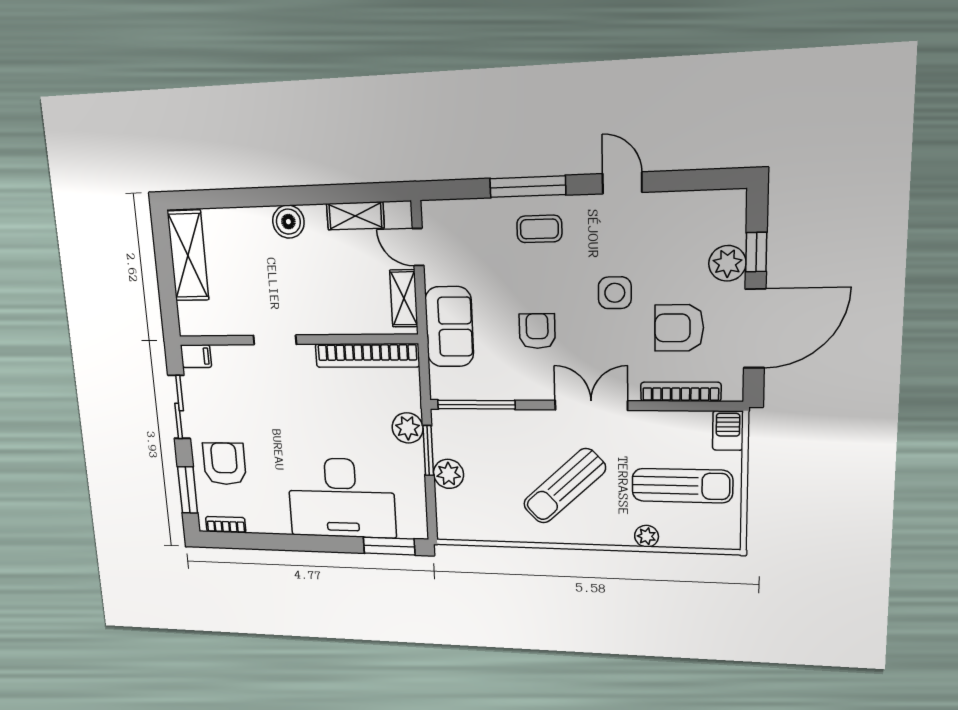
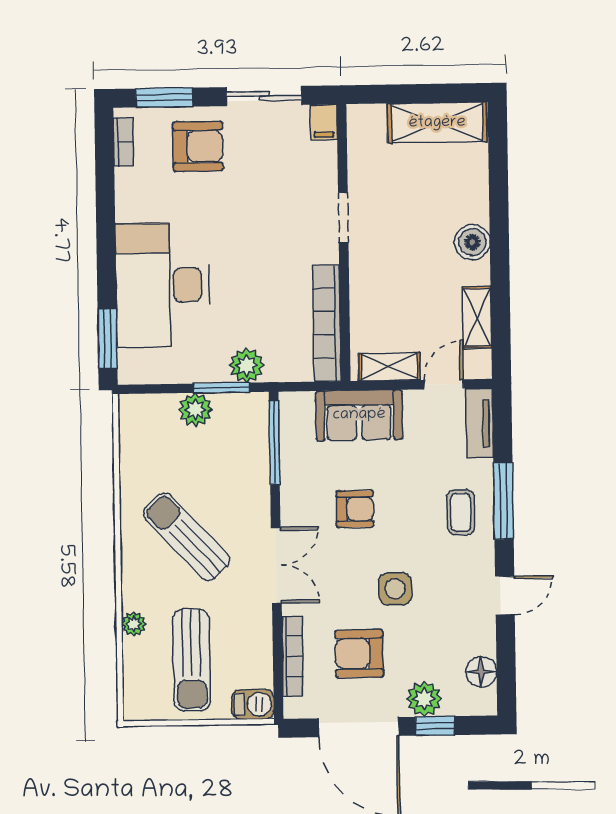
floor lamp: (701, 205) -> (481, 672), added
tv unit: (453, 212) -> (480, 423), added
armchair: (679, 328) -> (359, 654), turned -90

